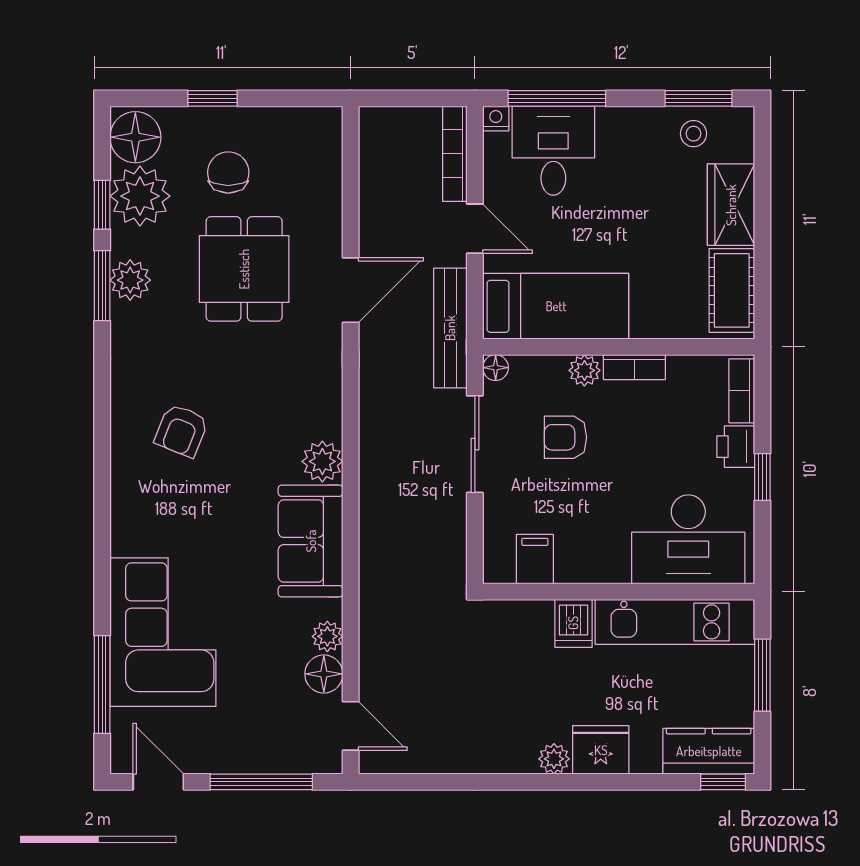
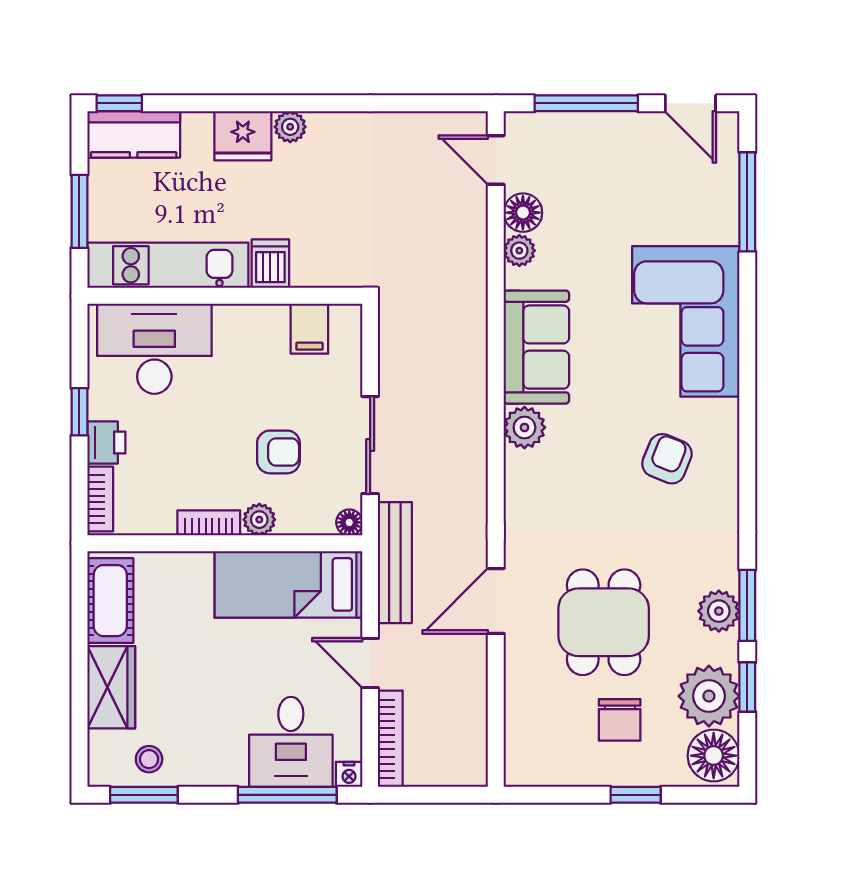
corner sofa: (163, 632) -> (686, 321), moved

